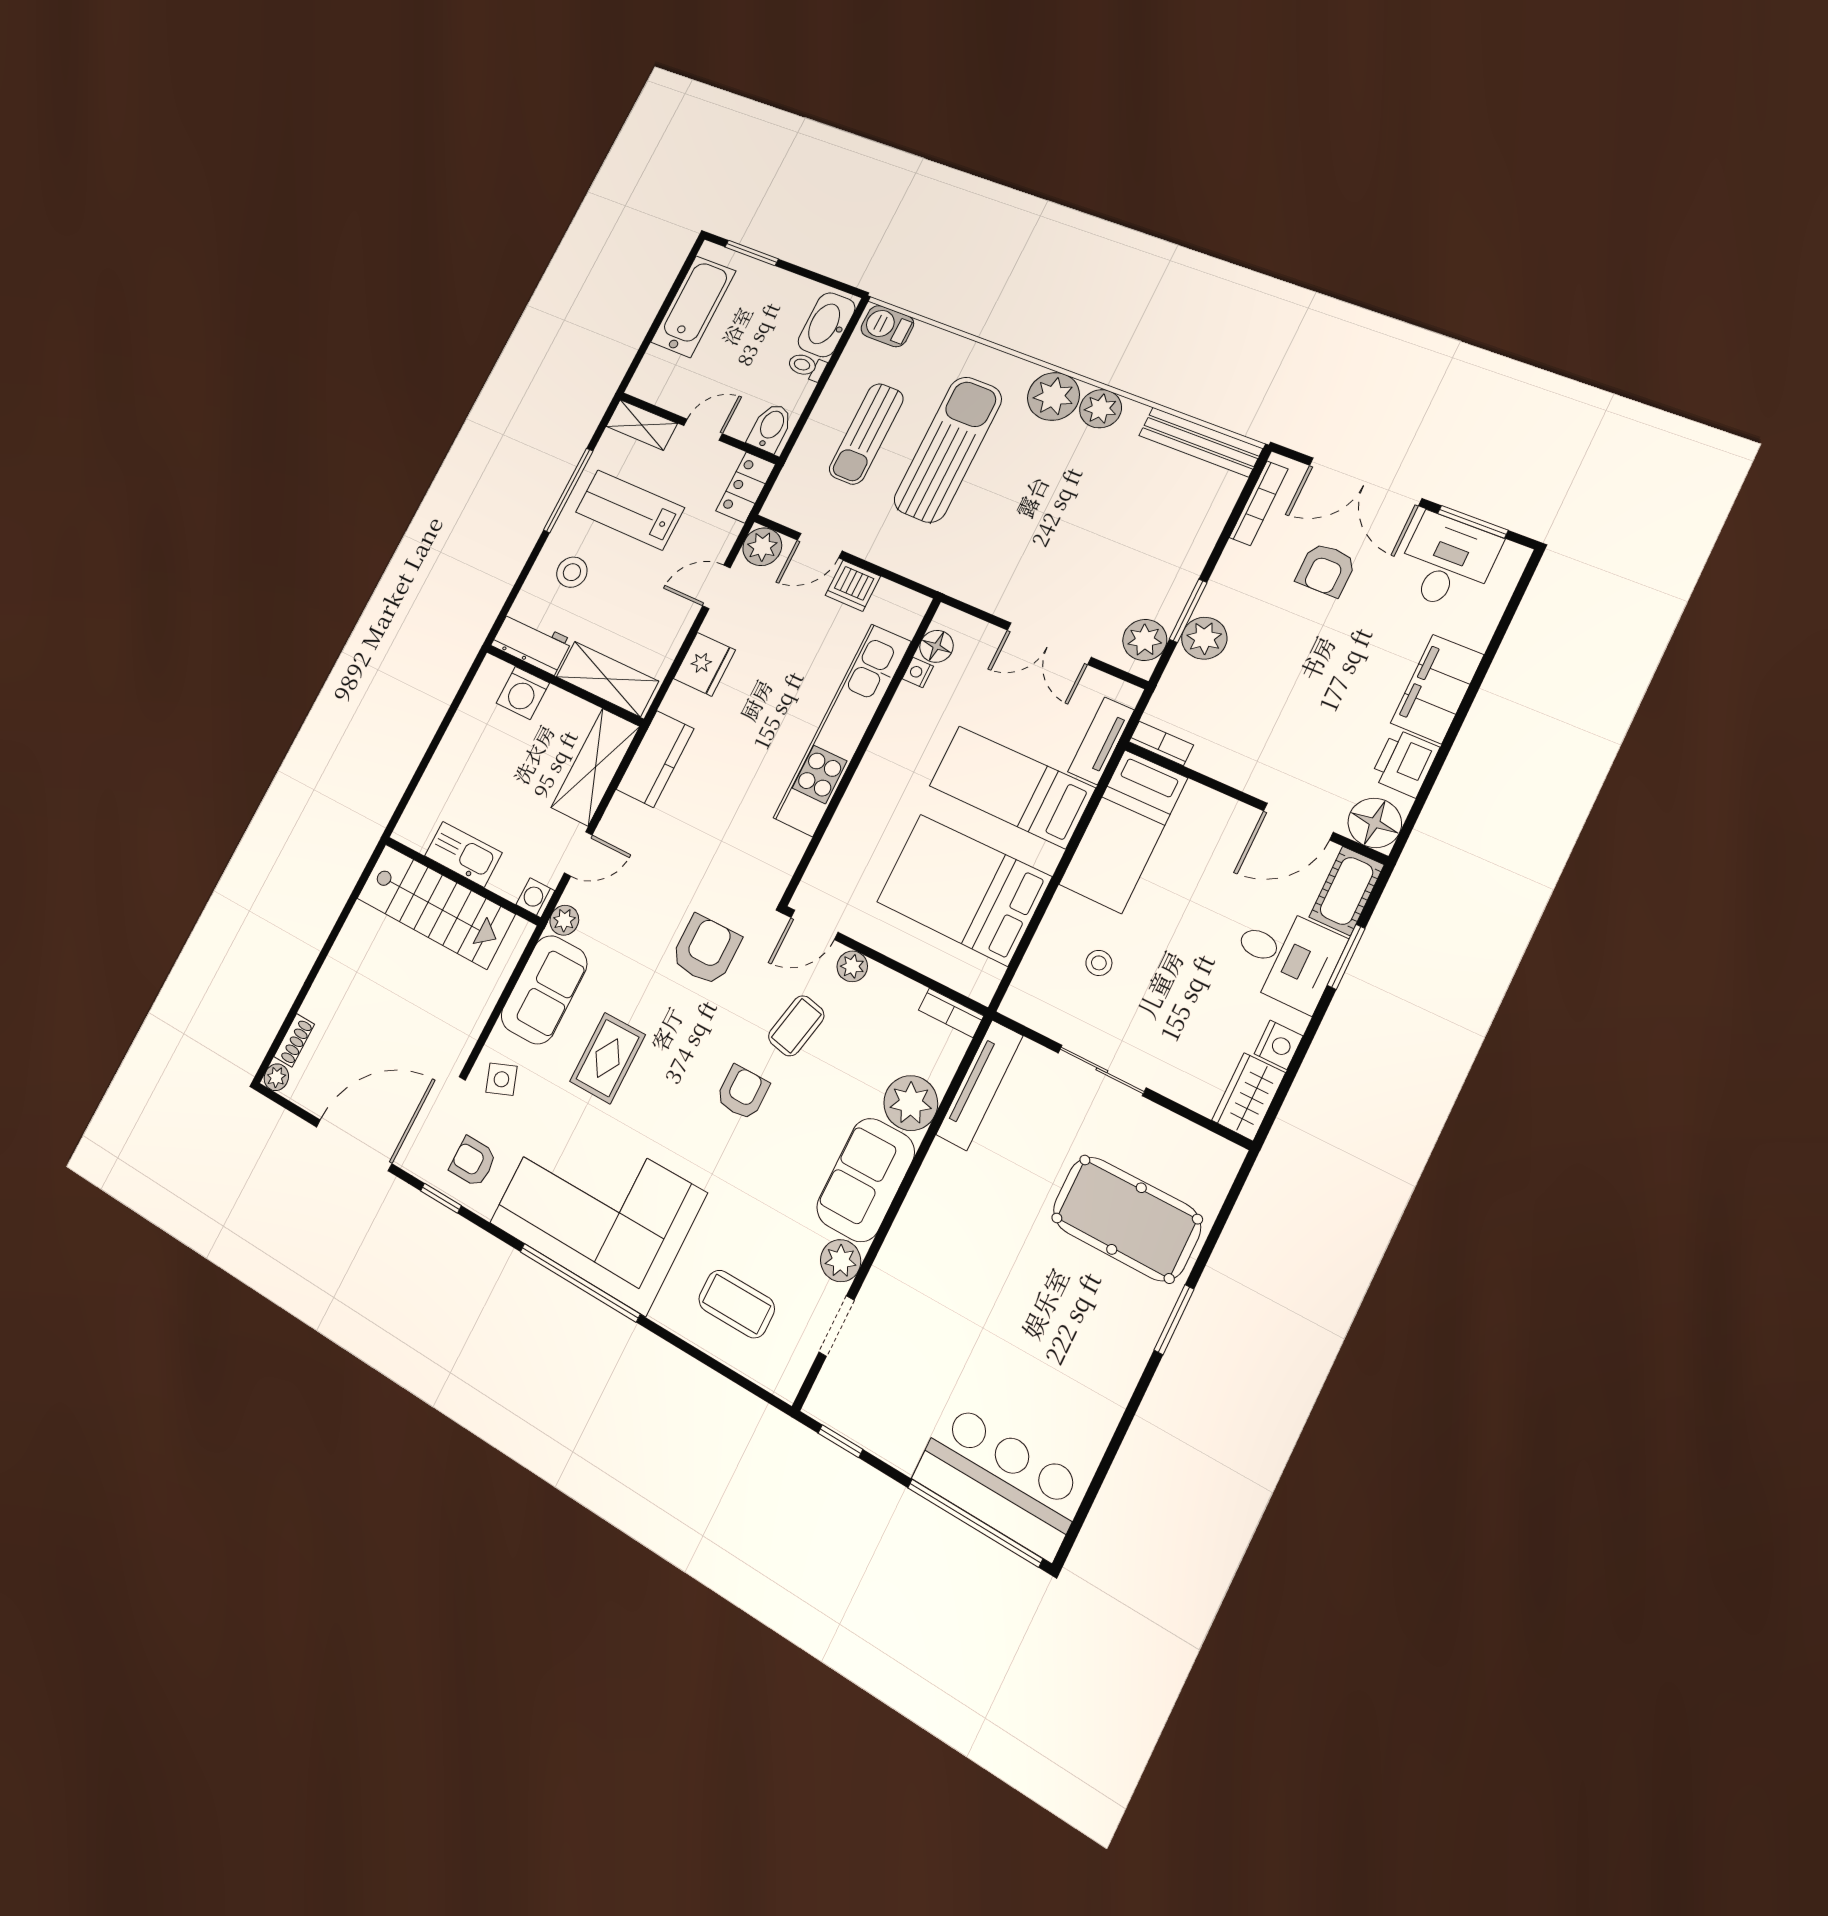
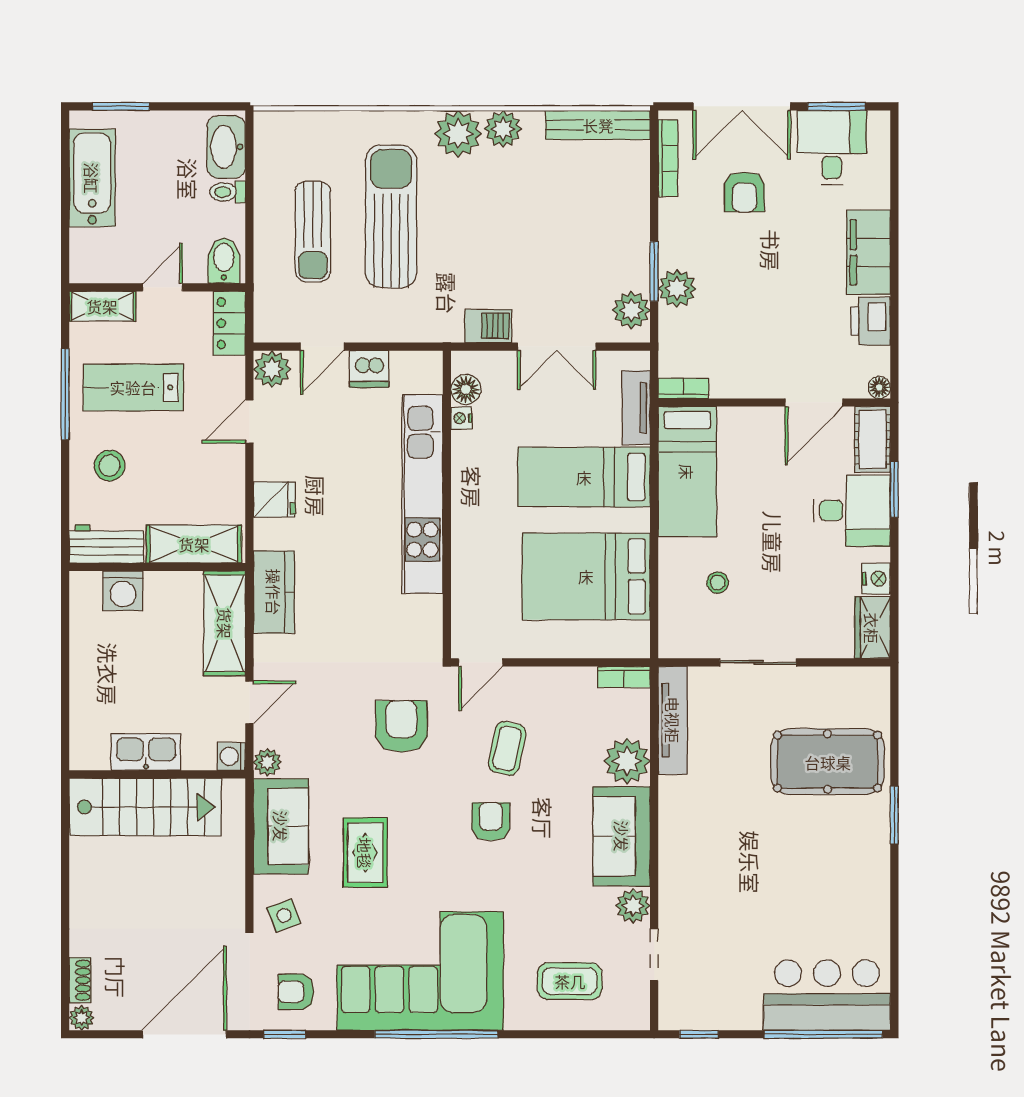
barbecue: (887, 326) -> (488, 326), moved, turned 180
fridge: (704, 664) -> (274, 499), width x0.72
floor lamp: (1375, 823) -> (879, 387), width x0.53, depth x0.53
plant: (852, 966) -> (528, 680), removed

